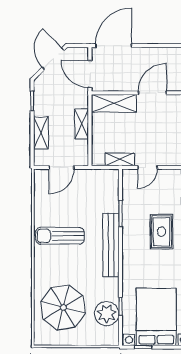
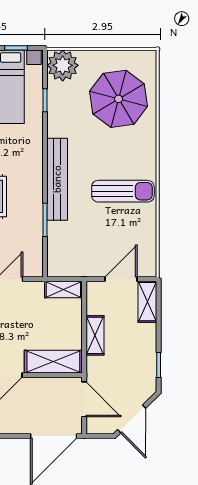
shelving: (41, 133) -> (147, 302), moved
shelving: (120, 159) -> (63, 290), moved
plant: (107, 314) -> (63, 65), moved

